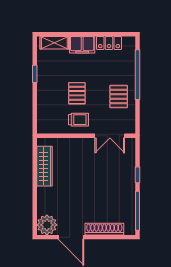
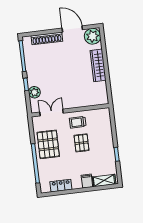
filing cabinet: (82, 45) -> (87, 181), width x0.50
pallet: (119, 96) -> (48, 144), width x1.50, depth x1.42
plant: (128, 164) -> (34, 92), added
wardrobe: (44, 166) -> (98, 65), moved

